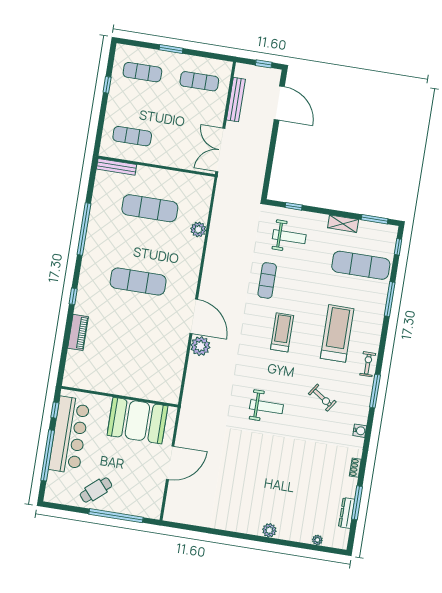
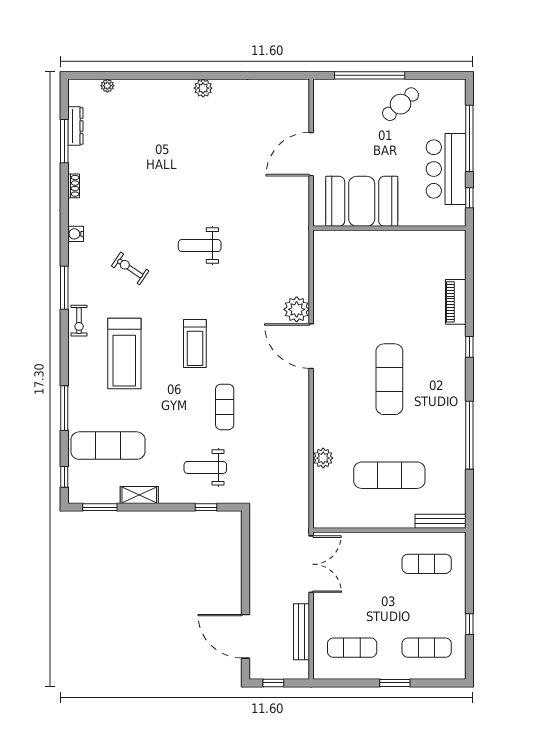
exercise mat: (138, 281) -> (389, 379), turned 90
bar counter: (69, 435) -> (446, 169), width x0.73
plant: (269, 530) -> (203, 88), moved

